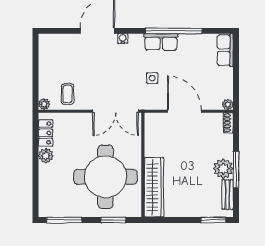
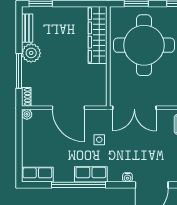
row of seats: (225, 50) -> (37, 175), moved, turned -90
double door: (116, 111) -> (134, 108), swing flipped
window: (236, 170) -> (19, 71), moved

